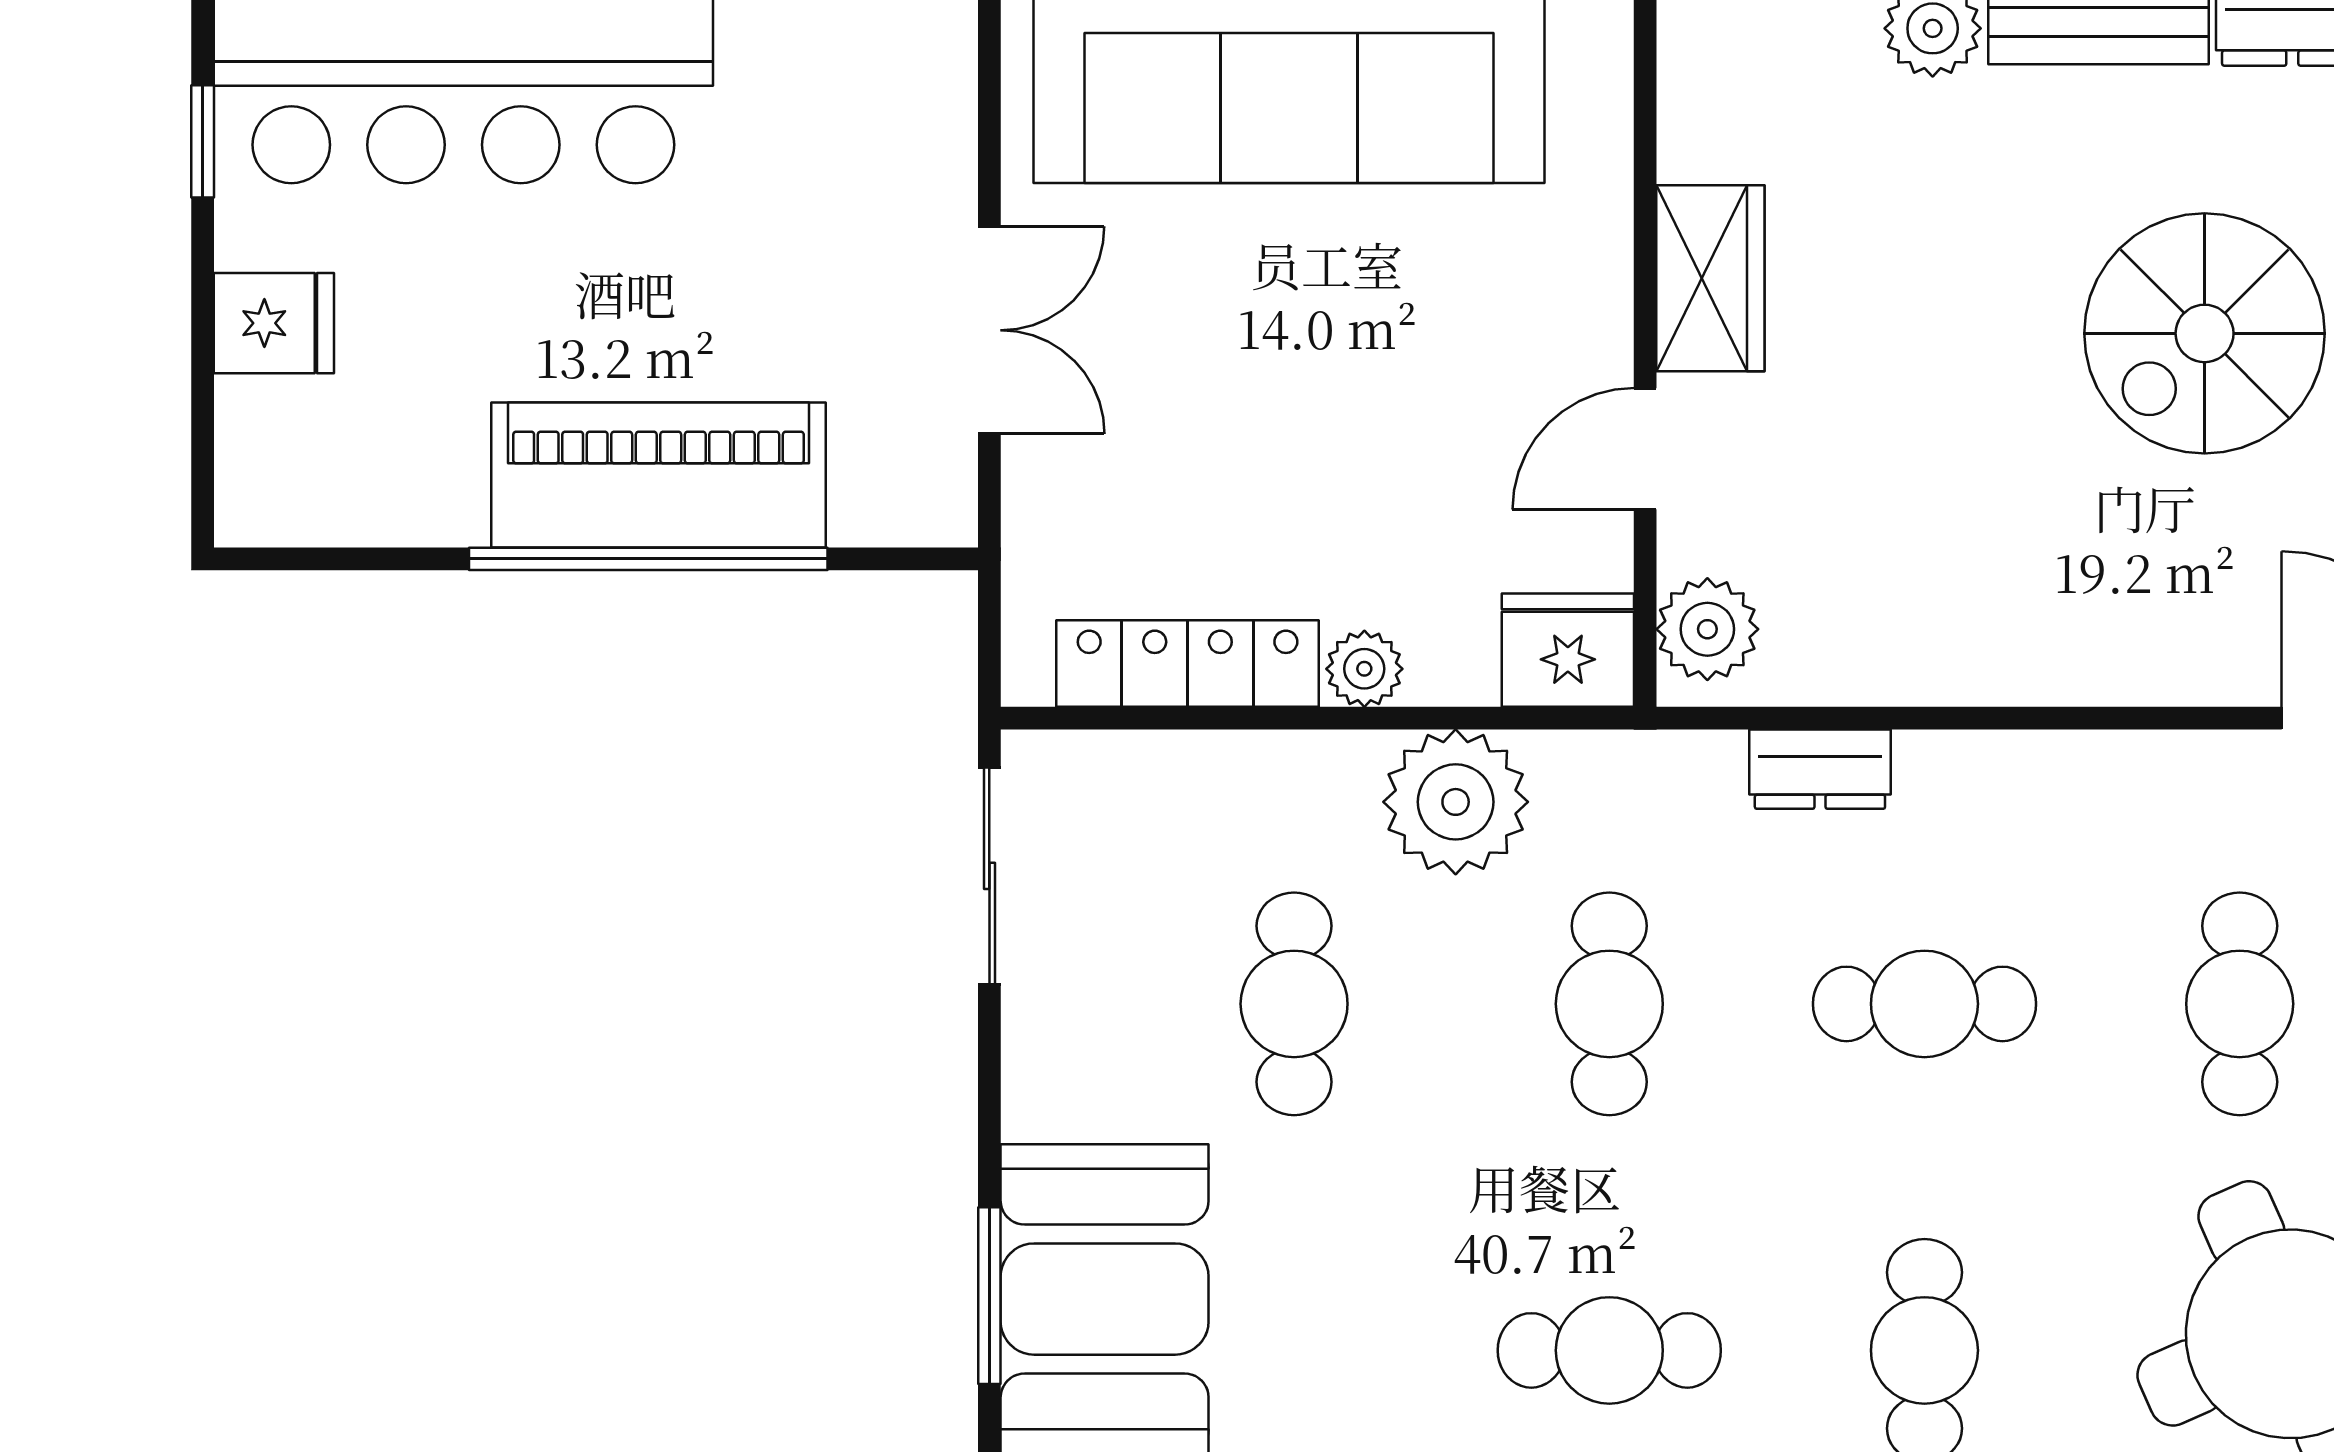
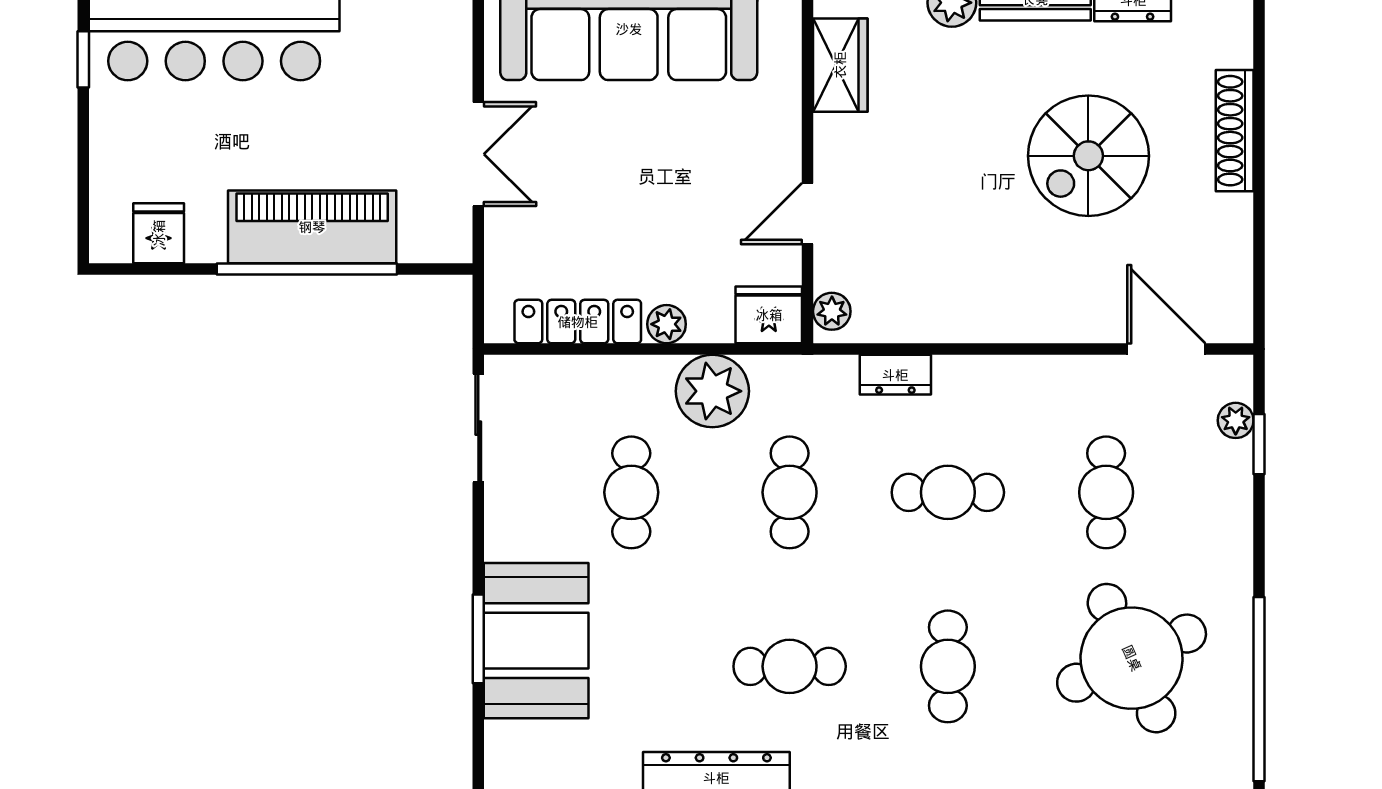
wardrobe: (1710, 278) -> (840, 65), moved
fridge: (274, 323) -> (159, 233), moved, turned -90
plant: (1707, 629) -> (832, 311), width x0.73, depth x0.73

